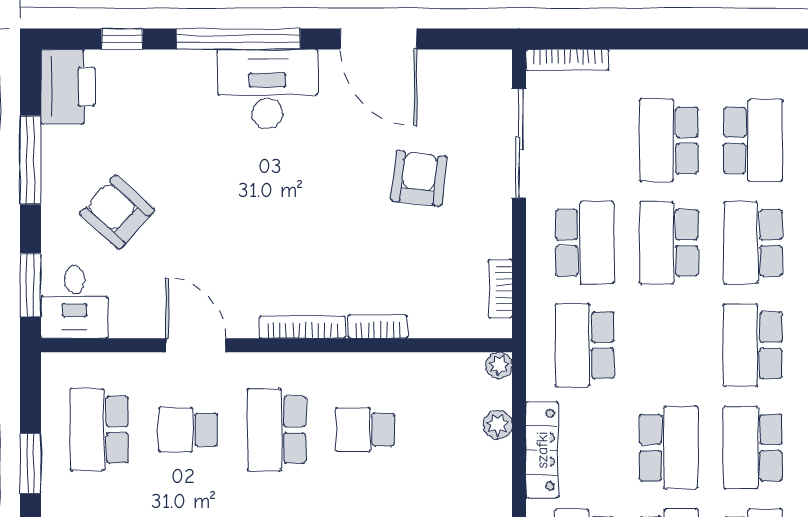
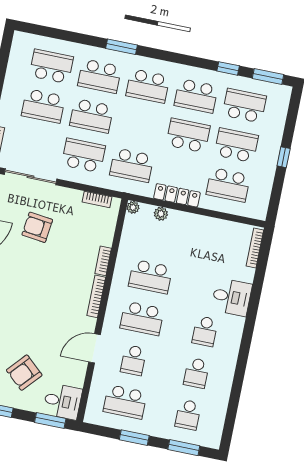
school desk: (365, 430) -> (150, 277), width x1.85

